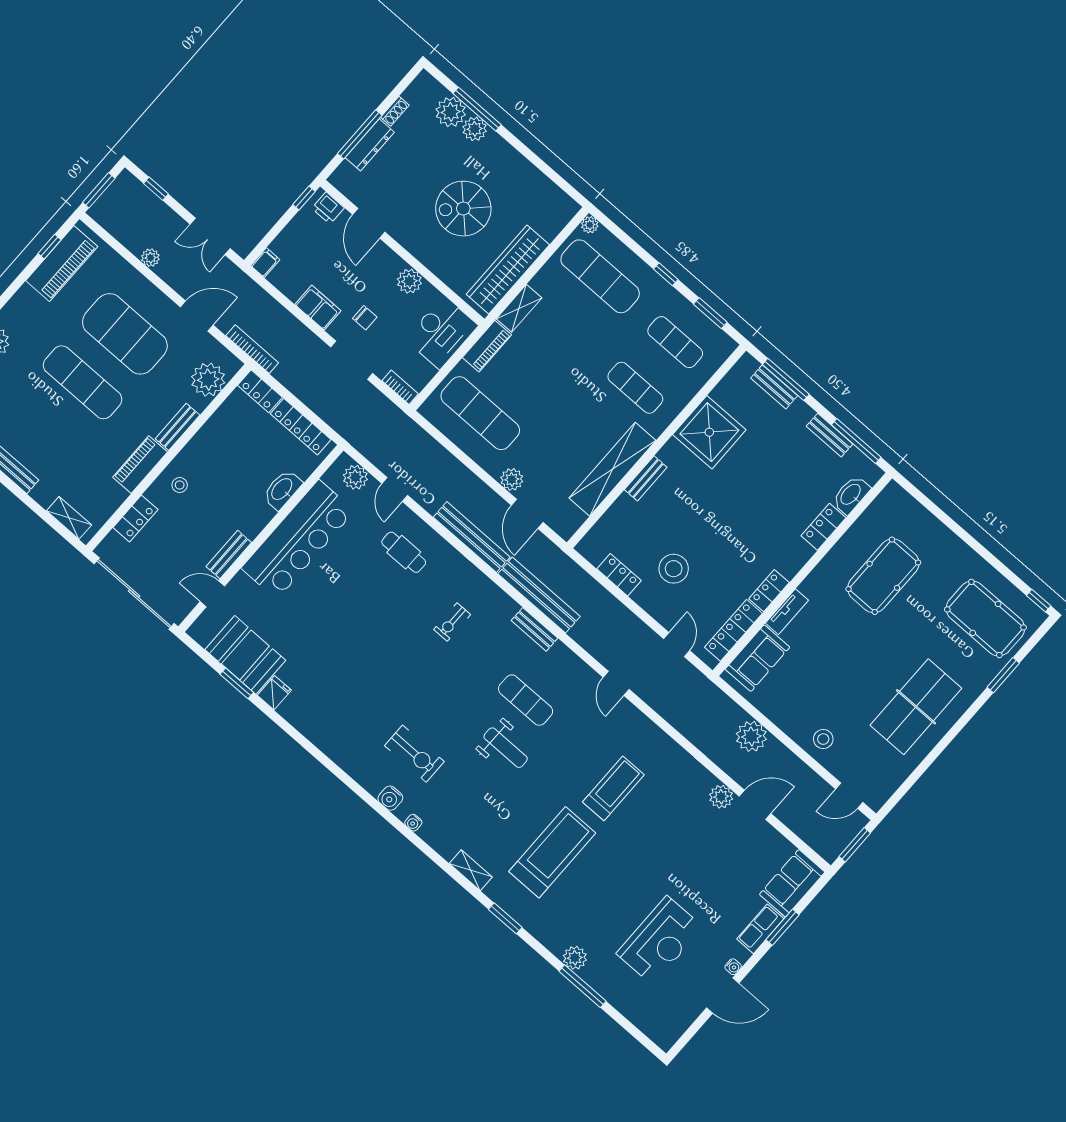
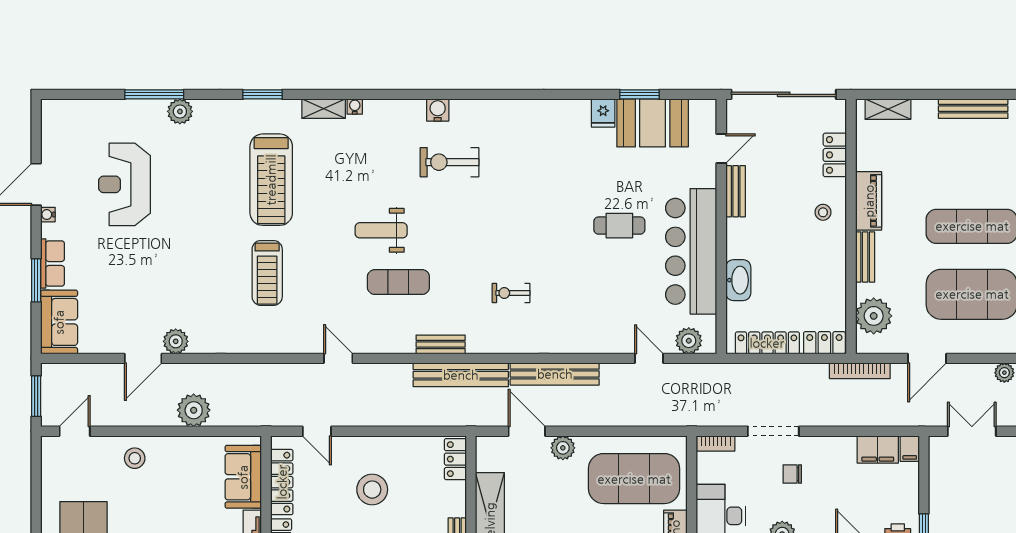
filing cabinet: (318, 308) -> (878, 450), moved
exercise mat: (480, 413) -> (634, 479), width x1.47
cafe table: (404, 552) -> (619, 226), moved
locker: (619, 575) -> (455, 459), moved, turned 90
exercise bike: (452, 622) -> (511, 293), turned -90
water cooler: (413, 823) -> (355, 107), moved

